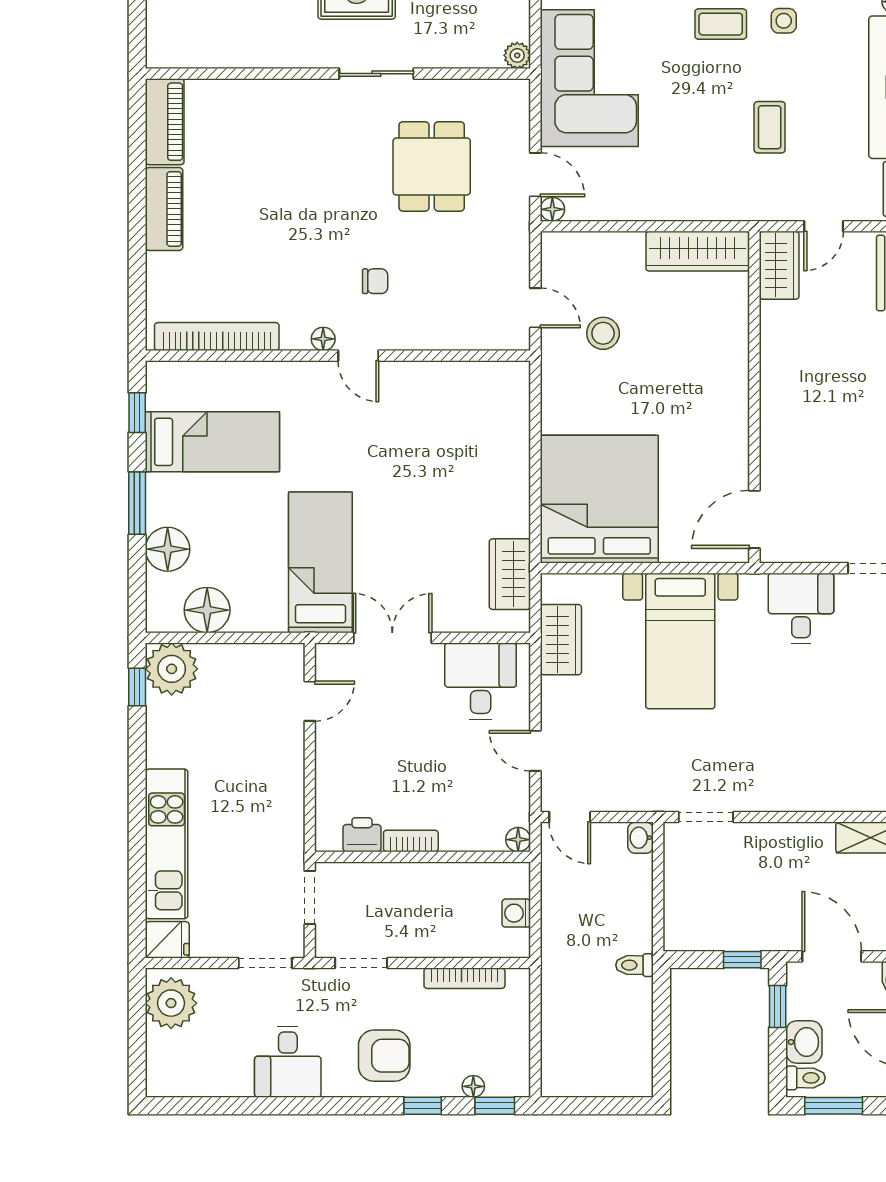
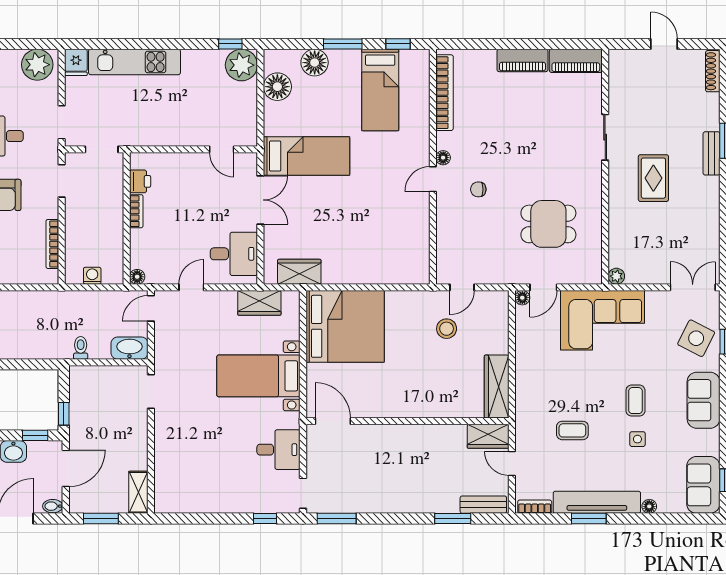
sliding door: (376, 74) -> (605, 137), moved
chair: (375, 281) -> (478, 189), turned 90
washbasin: (641, 838) -> (129, 348), width x1.91, depth x1.45
toilet: (635, 965) -> (81, 348), moved

